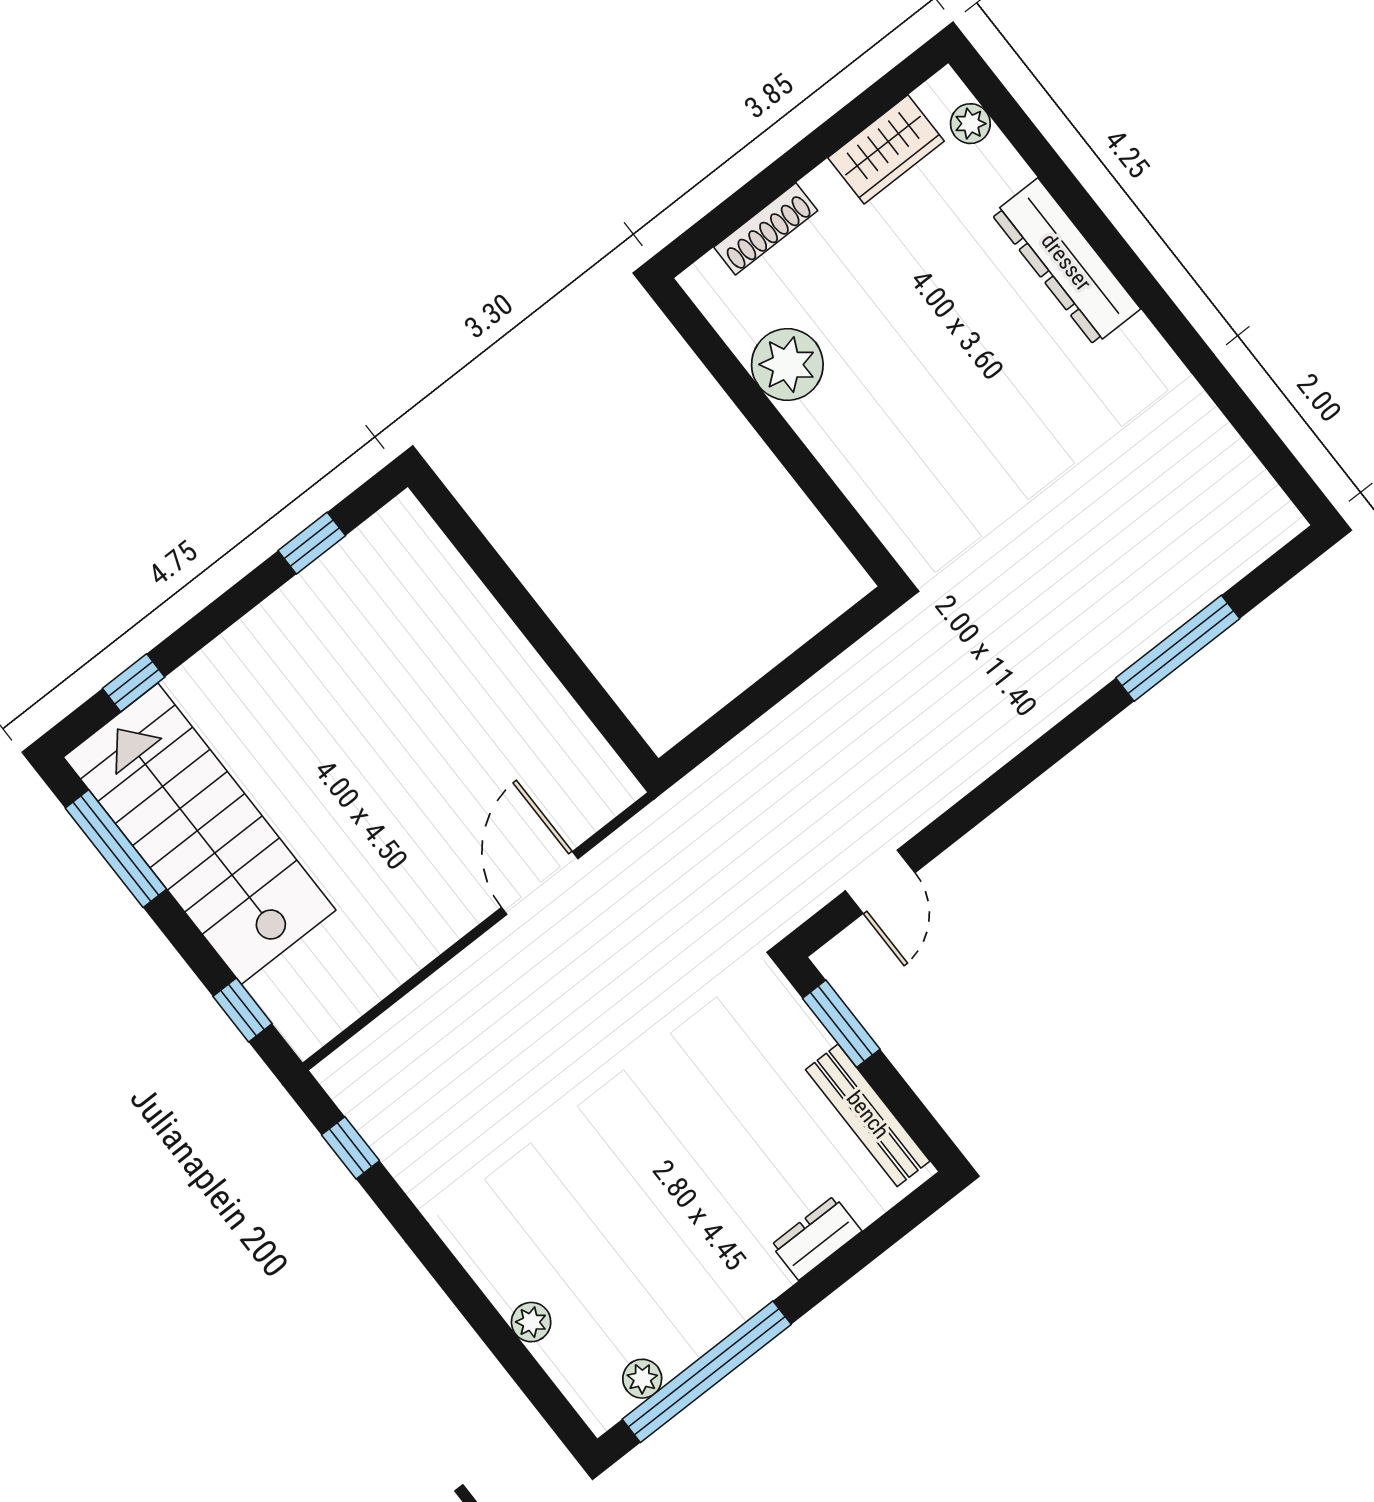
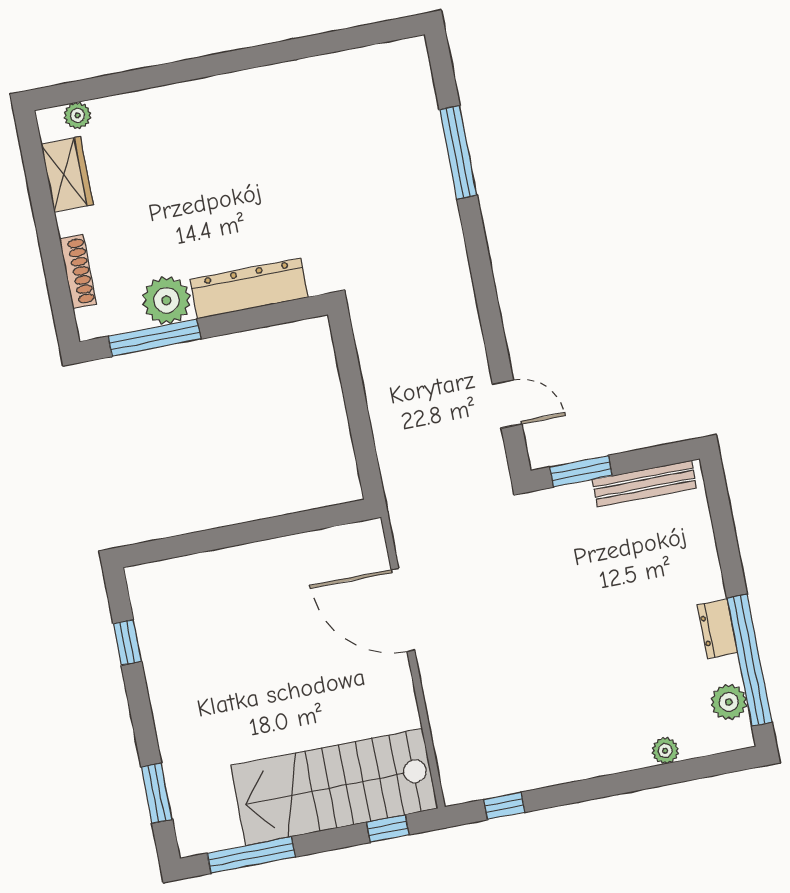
dresser: (1066, 262) -> (249, 288), moved, turned 180
window: (730, 374) -> (154, 338), added
window: (134, 683) -> (157, 793), width x1.50
stairs: (200, 834) -> (334, 787), moved
door: (540, 883) -> (403, 610), width x1.36
dresser: (816, 1238) -> (717, 629), moved
plant: (642, 1379) -> (729, 702), width x1.38, depth x1.38

